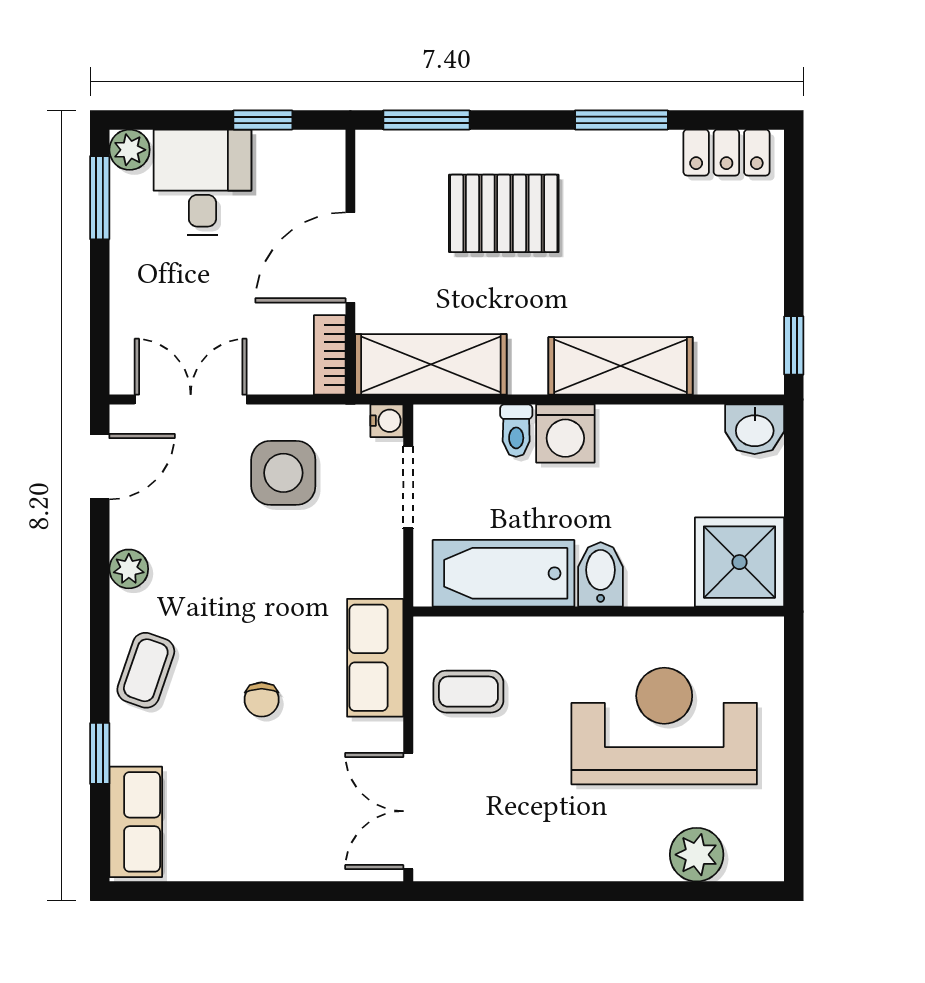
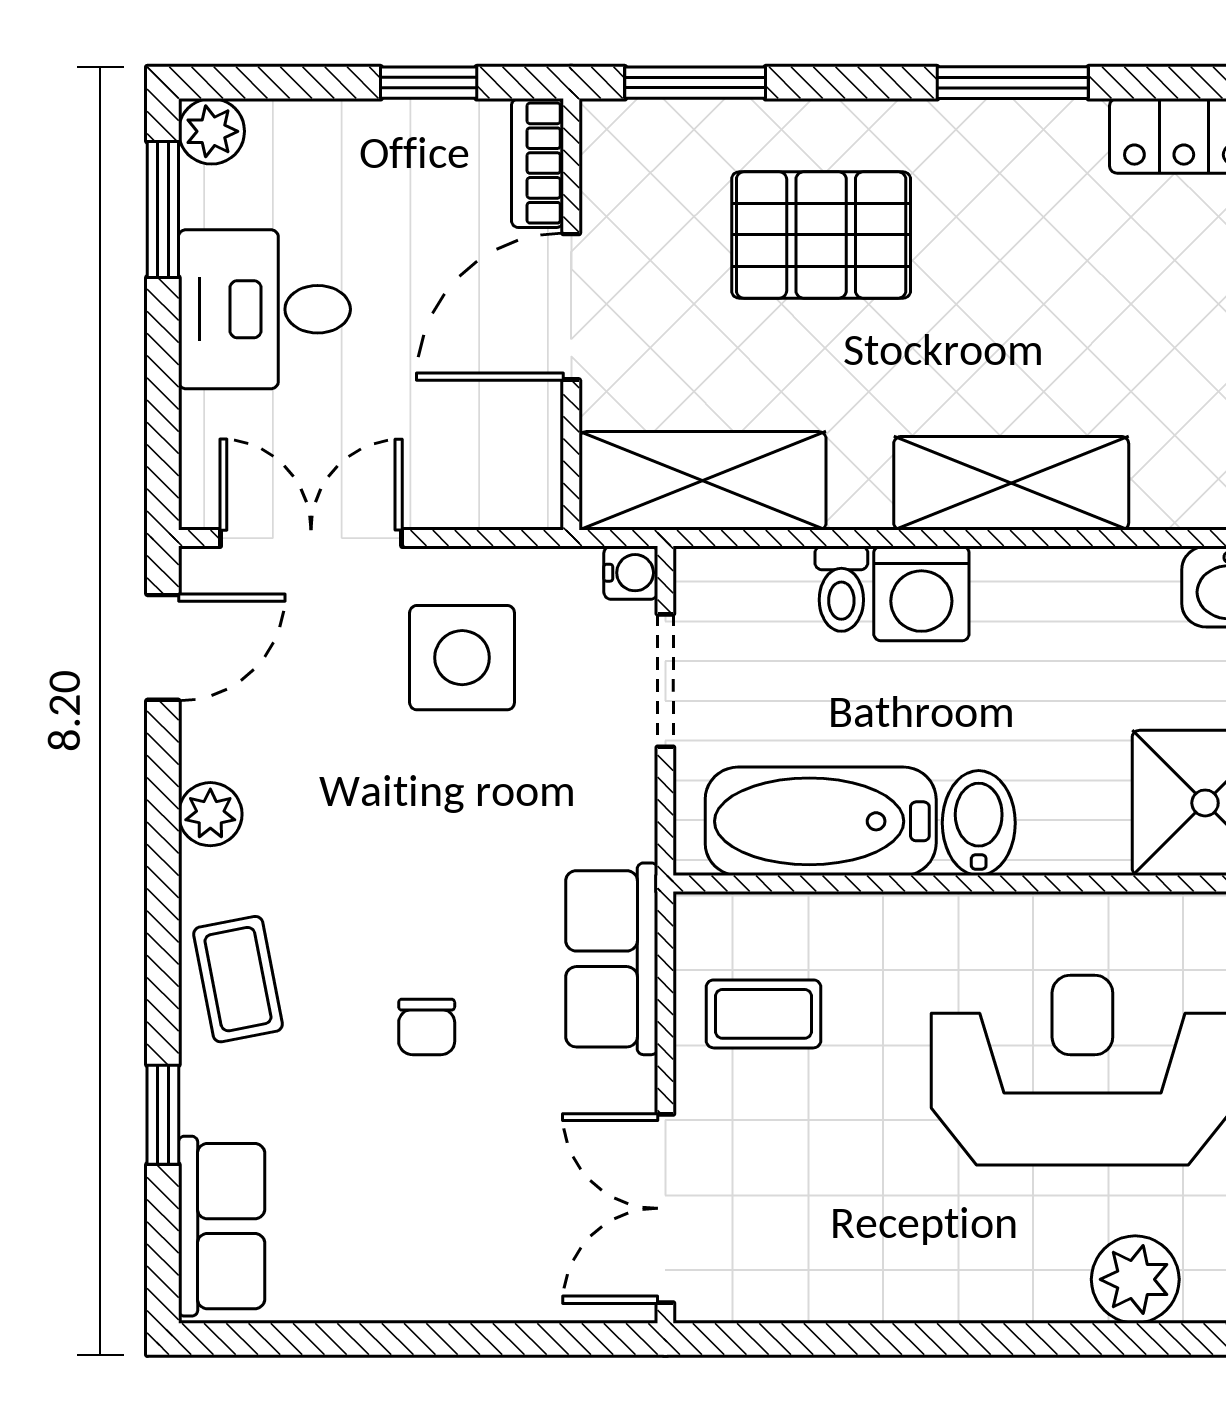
desk: (202, 182) -> (264, 309), moved, turned -90
bookcase: (330, 355) -> (537, 163), moved
coffee table: (146, 670) -> (238, 979), turned -30

